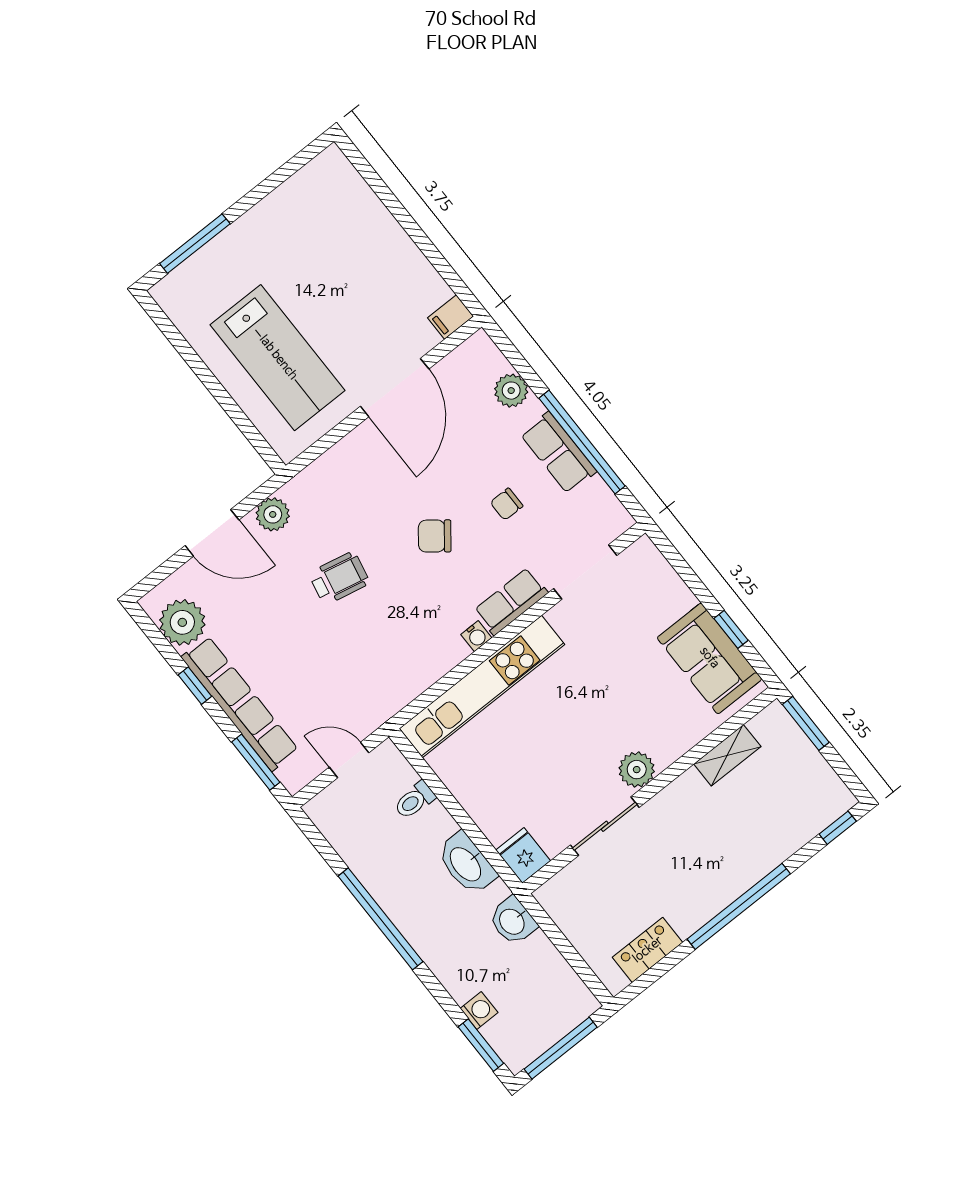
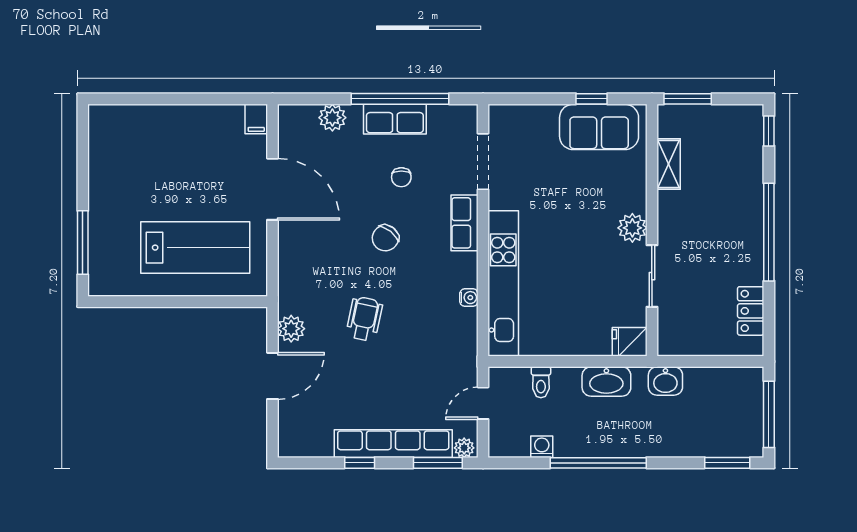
plant: (182, 622) -> (464, 448), moved, width x0.53, depth x0.53
water cooler: (476, 636) -> (469, 298), moved
washing machine: (479, 1011) -> (542, 447), moved

